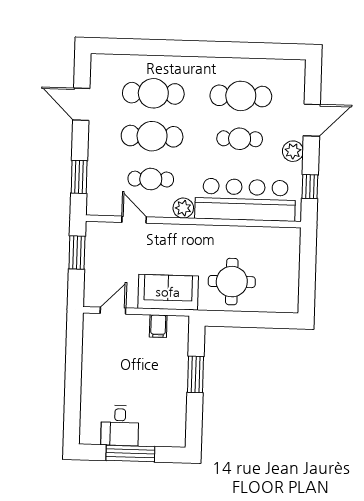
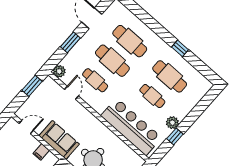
window: (224, 50) -> (180, 48), added
door: (312, 120) -> (193, 115), removed
window: (79, 177) -> (70, 42), moved
window: (310, 187) -> (175, 136), moved
plant: (183, 208) -> (59, 71), moved

